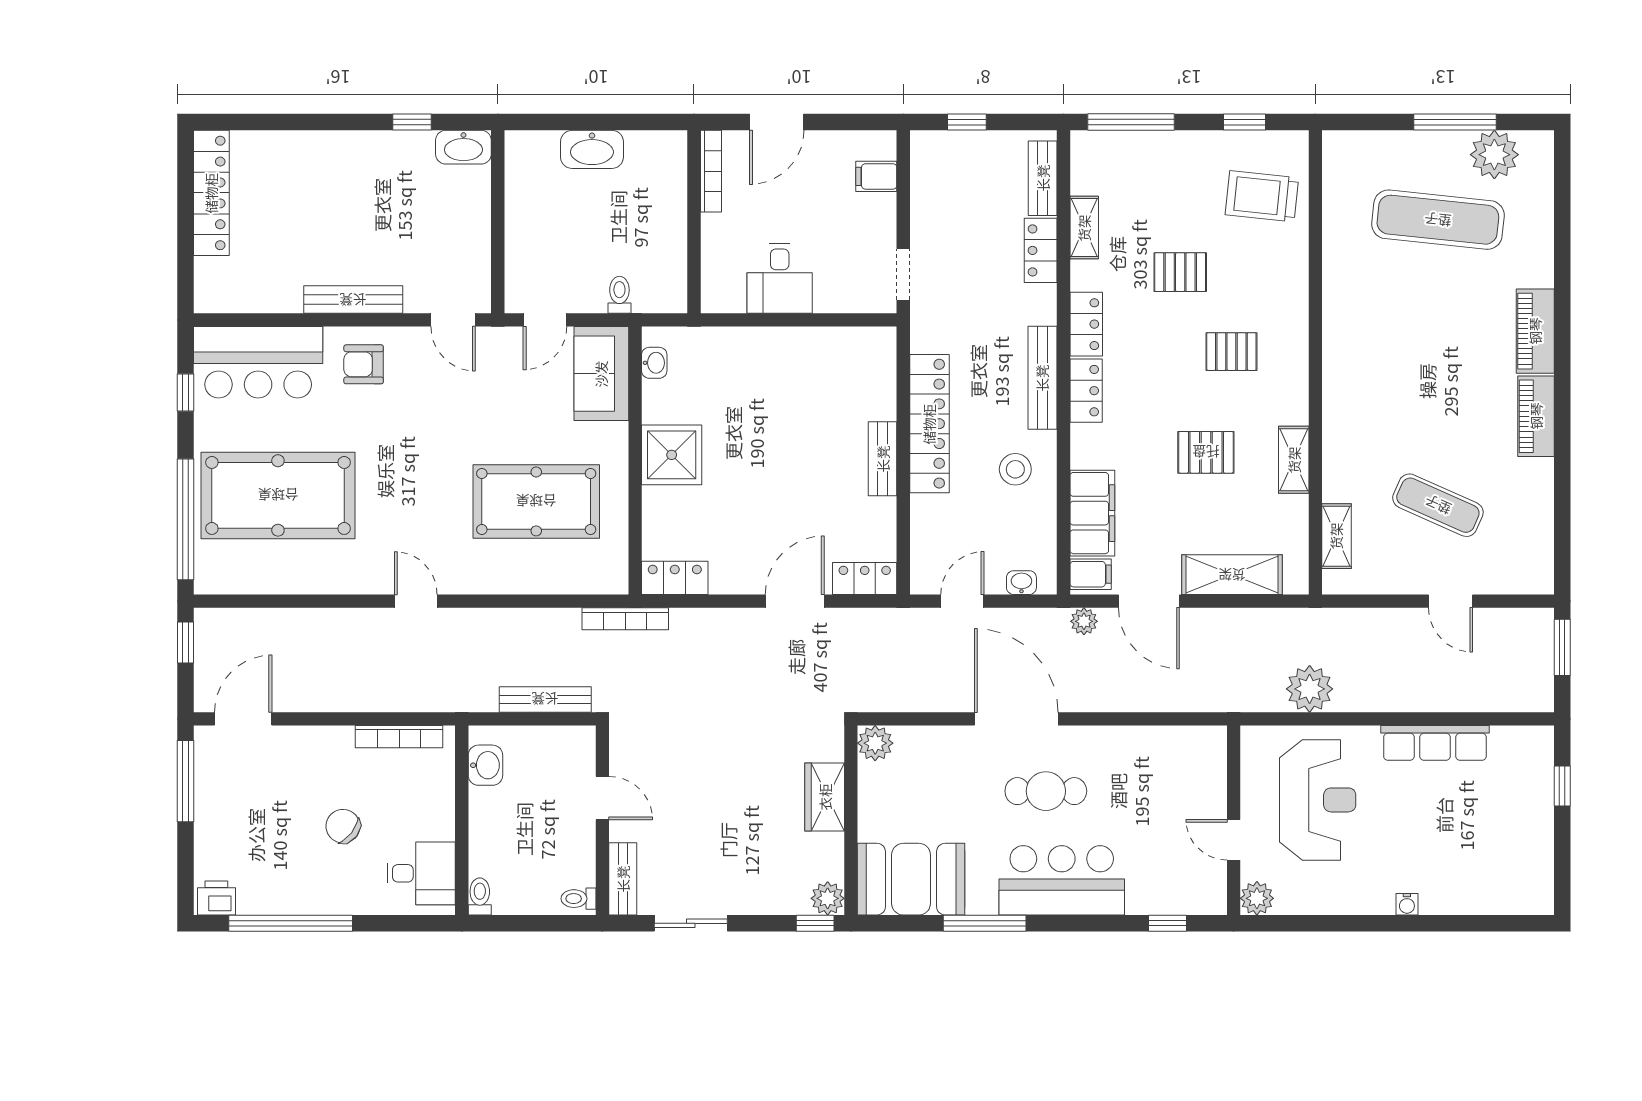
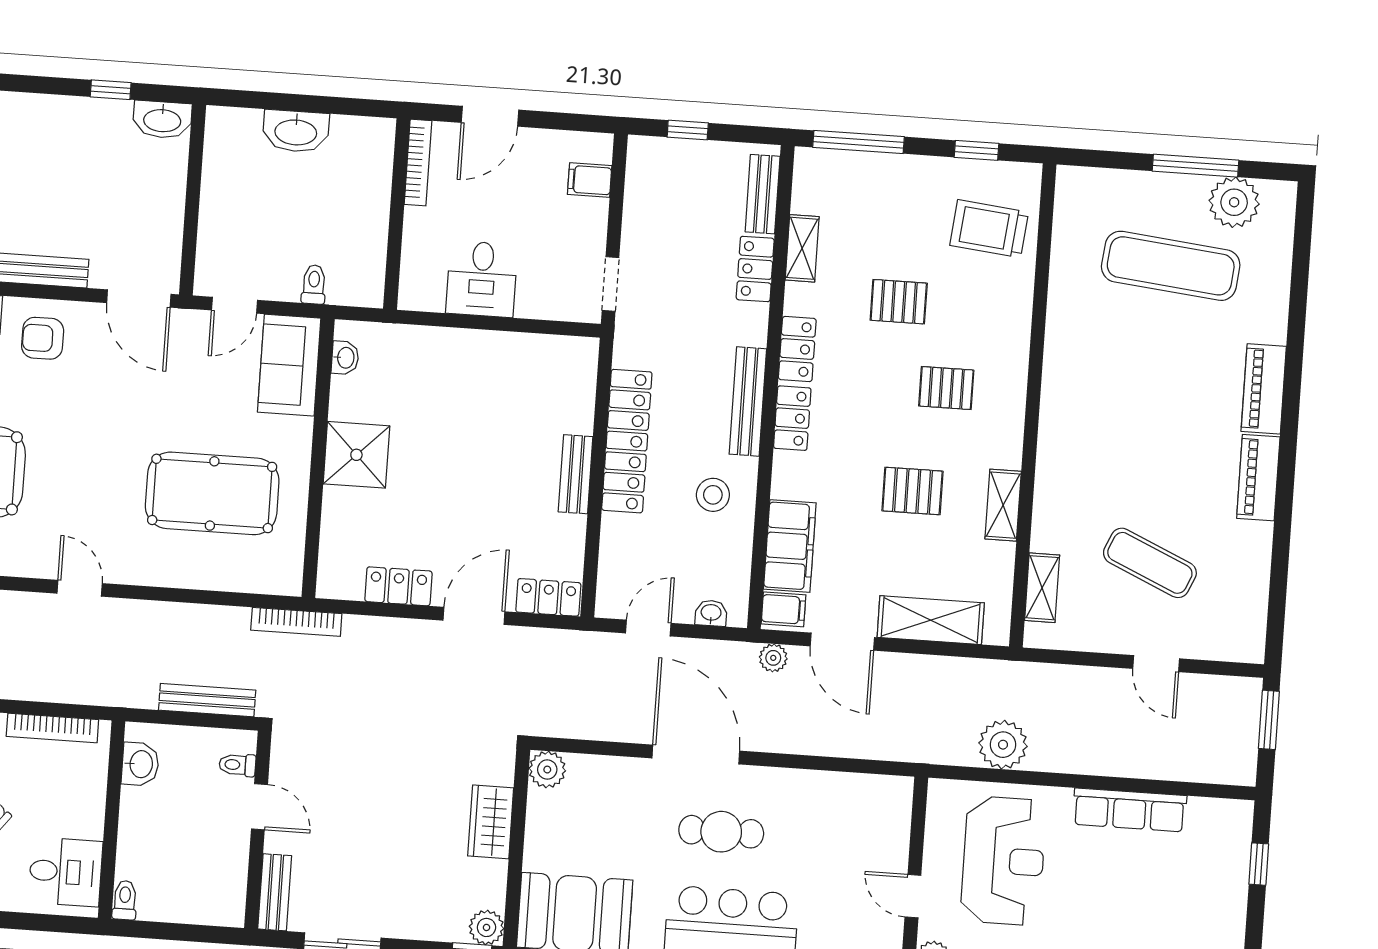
door: (453, 320) -> (139, 299), width x1.38
locker: (675, 578) -> (398, 586), moved
toilet: (578, 899) -> (237, 765), moved

